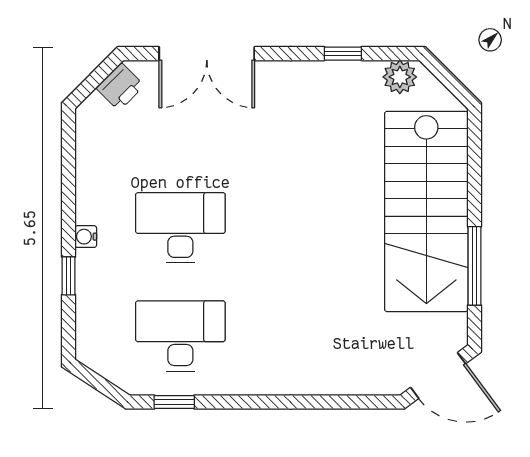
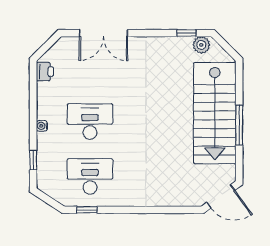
window: (343, 54) -> (186, 33), moved
printer: (120, 87) -> (45, 72), moved, turned -45
window: (474, 266) -> (239, 125), moved
window: (69, 276) -> (33, 160), moved

